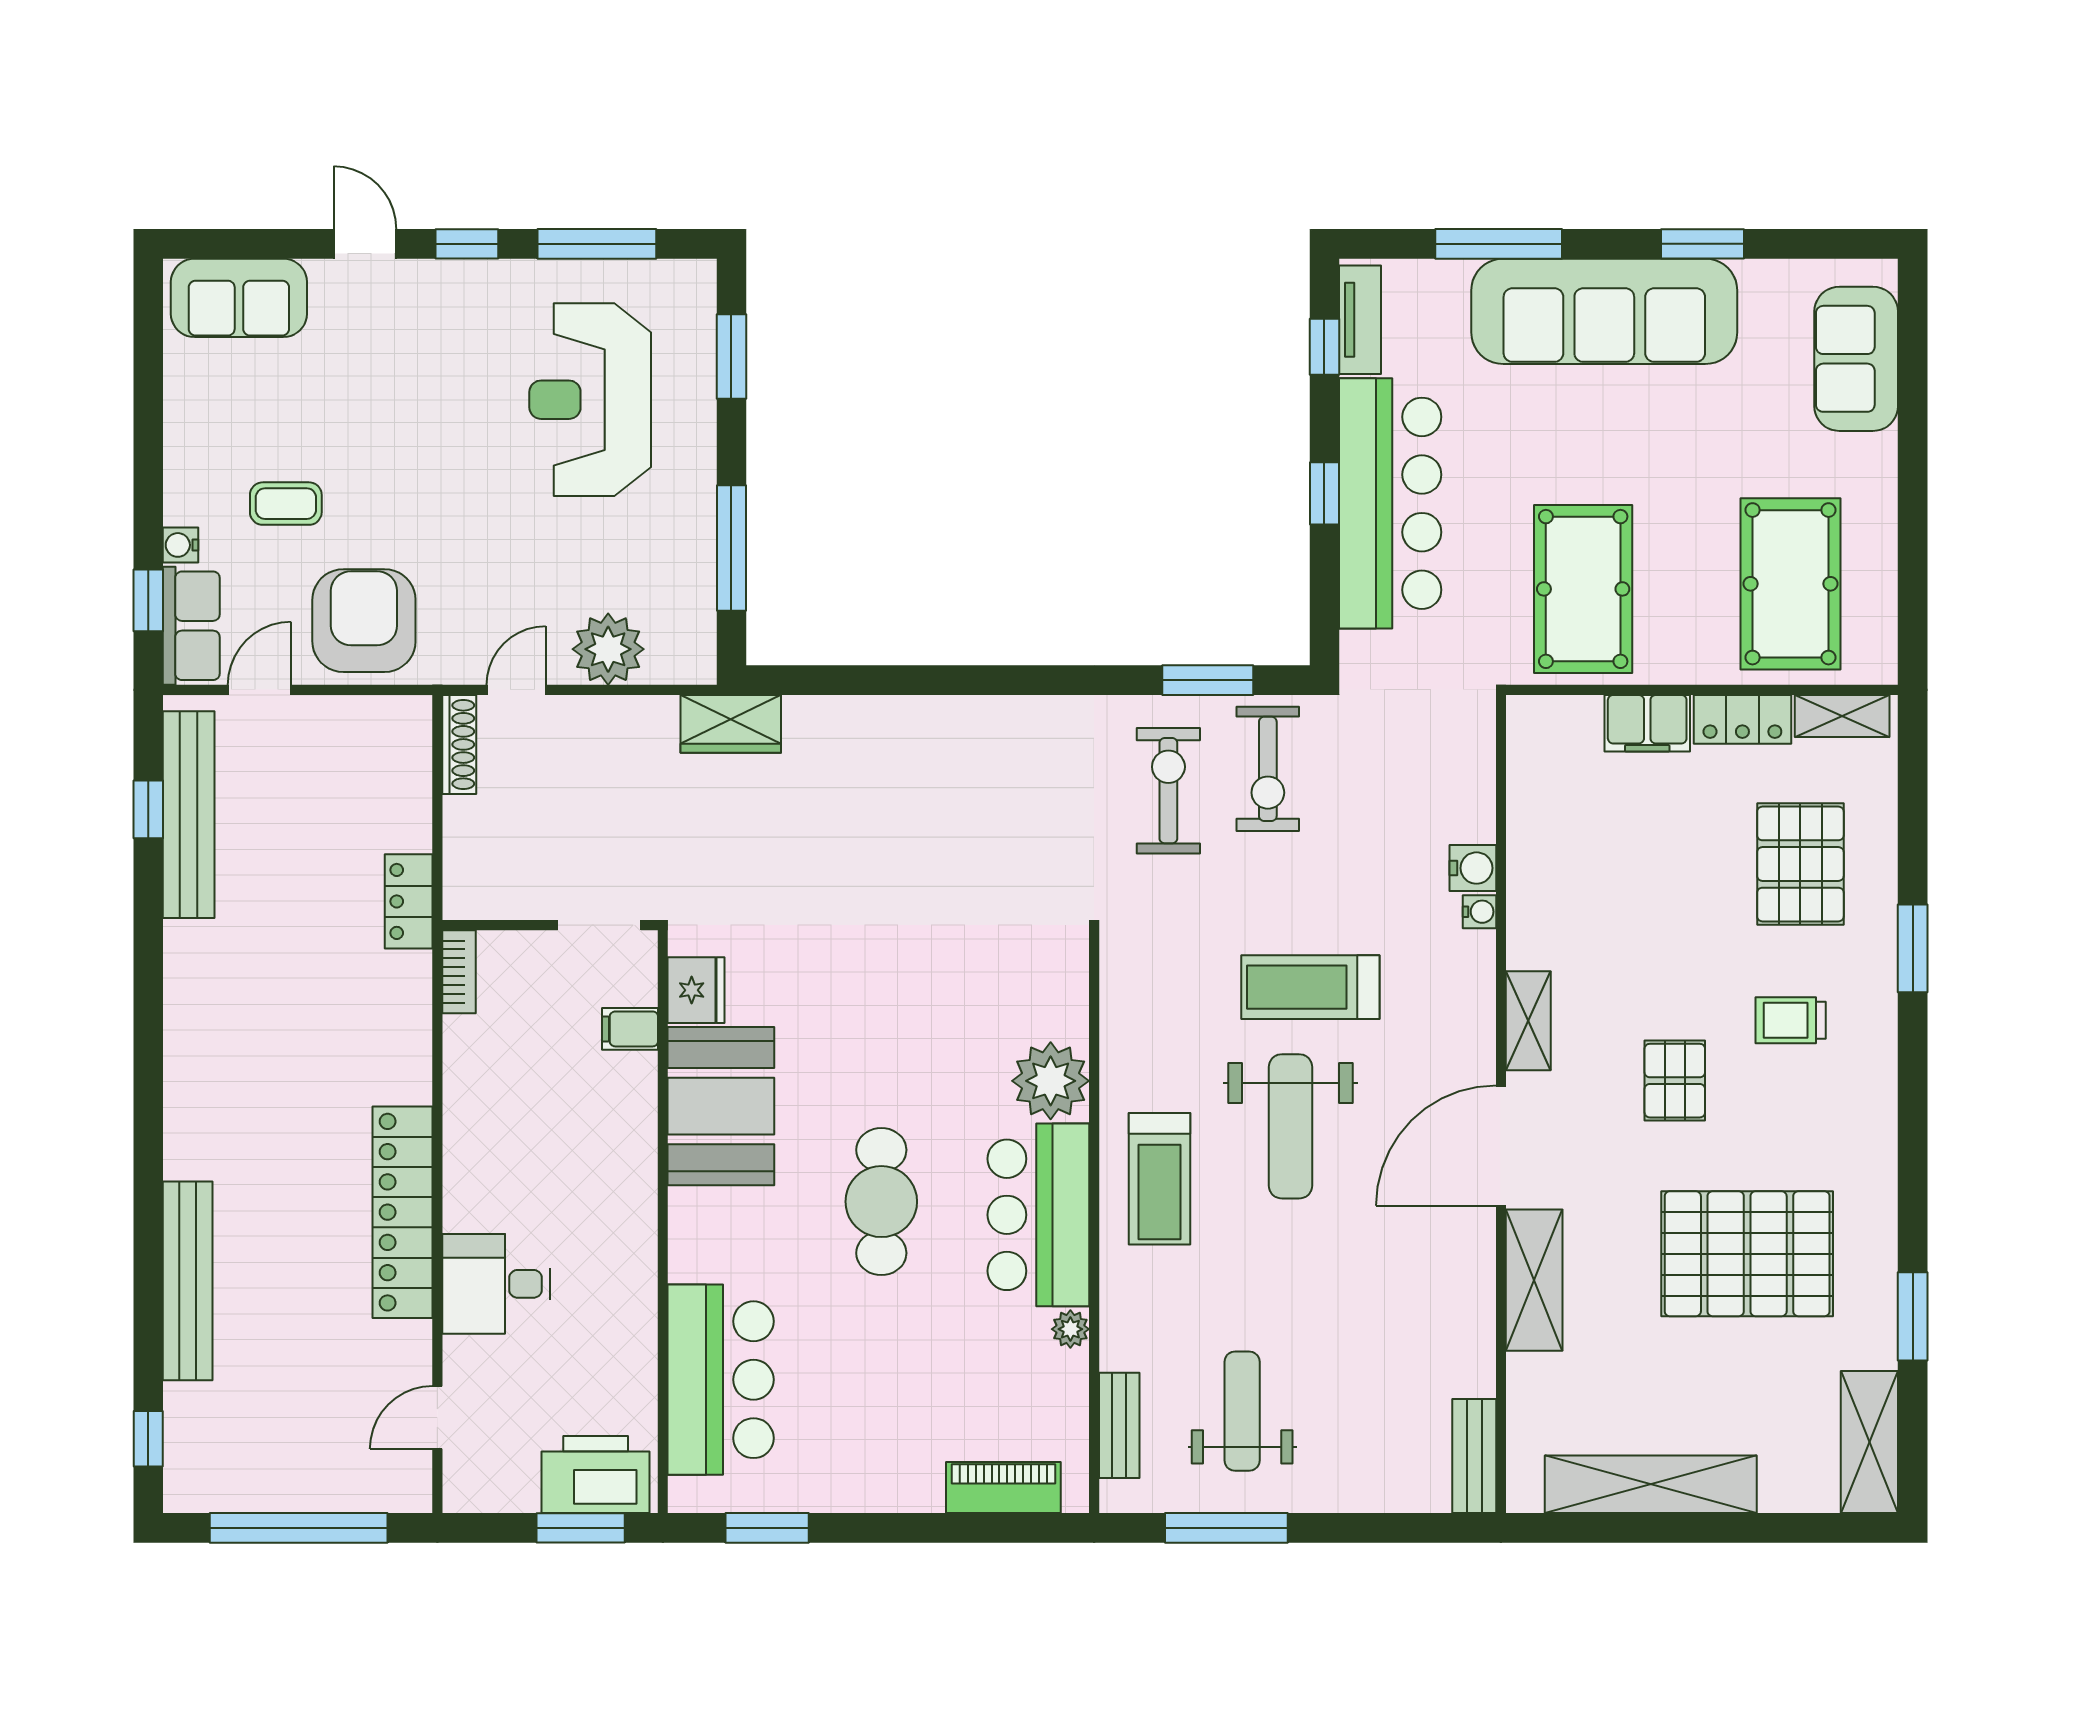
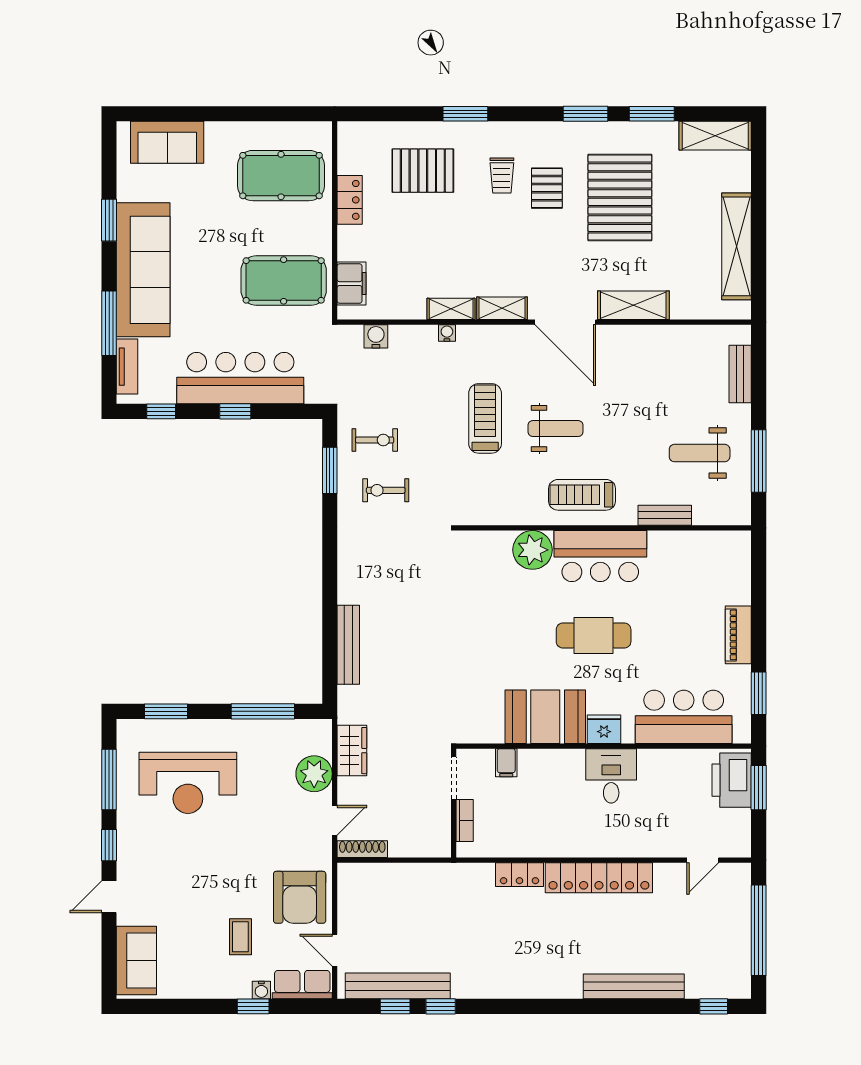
tv unit: (1360, 320) -> (127, 367), moved, turned 90
window: (148, 600) -> (253, 1006), moved
armchair: (364, 621) -> (300, 897), turned -90
door: (516, 690) -> (335, 820), swing flipped
shelving: (1842, 716) -> (451, 309), moved, turned 90
bench: (863, 717) -> (348, 645), added
filing cabinet: (1647, 723) -> (352, 284), moved
wardrobe: (731, 724) -> (352, 751), moved
exercise bike: (1268, 769) -> (375, 440), width x0.73, depth x0.72
exercise bike: (1168, 791) -> (386, 490), width x0.73, depth x0.72
water cooler: (1473, 868) -> (376, 336), moved
window: (148, 899) -> (441, 1006), added
locker: (409, 901) -> (519, 875), moved
bookcase: (459, 972) -> (465, 821), moved, turned 90
treadmill: (1310, 987) -> (485, 418), turned 180
fridge: (696, 990) -> (604, 729), moved
pallet: (1675, 1081) -> (547, 188), moved, turned 90
weight bench: (1290, 1126) -> (556, 429), width x0.73, depth x0.75
treadmill: (1159, 1179) -> (582, 495), turned 180
window: (1913, 1186) -> (586, 114), added
desk: (496, 1284) -> (611, 776), moved, turned 180
plant: (1070, 1329) -> (658, 540), removed
door: (437, 1418) -> (703, 860), hinge flipped
bench: (1119, 1425) -> (665, 515), moved
bench: (1474, 1456) -> (740, 374), moved, turned 90
piano: (1003, 1488) -> (738, 635), moved

